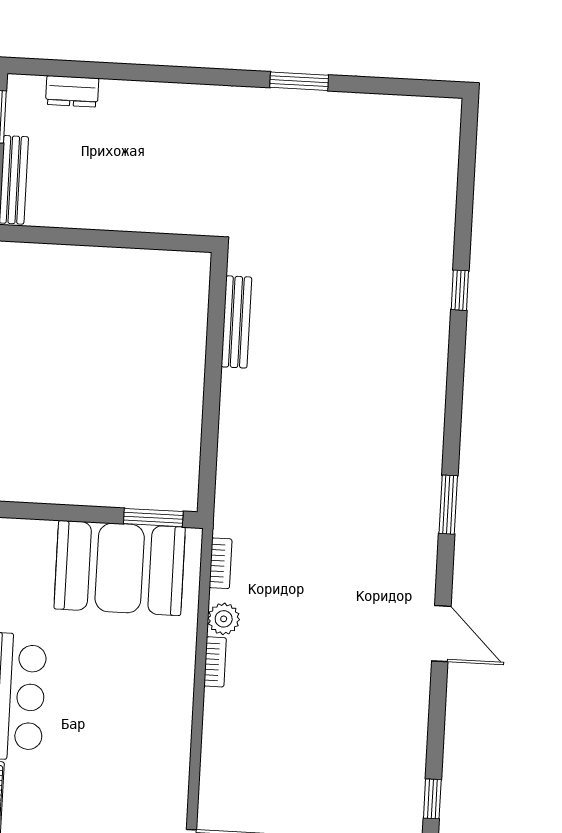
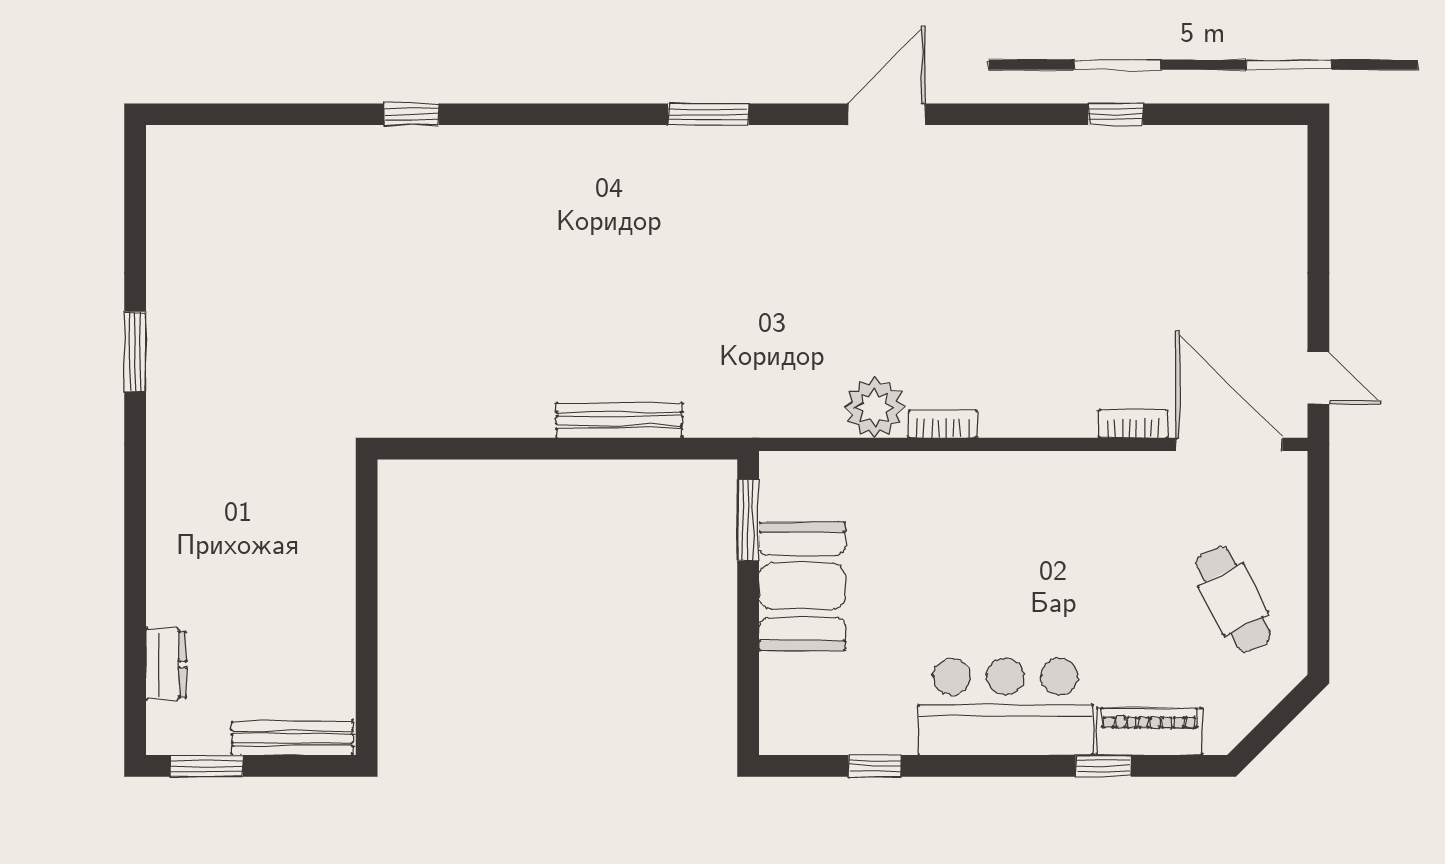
bench: (236, 322) -> (619, 420), moved
bookcase: (221, 563) -> (1133, 424), moved
booth: (120, 568) -> (802, 586), width x0.73, depth x0.70
plant: (224, 619) -> (875, 408), width x1.36, depth x1.36

